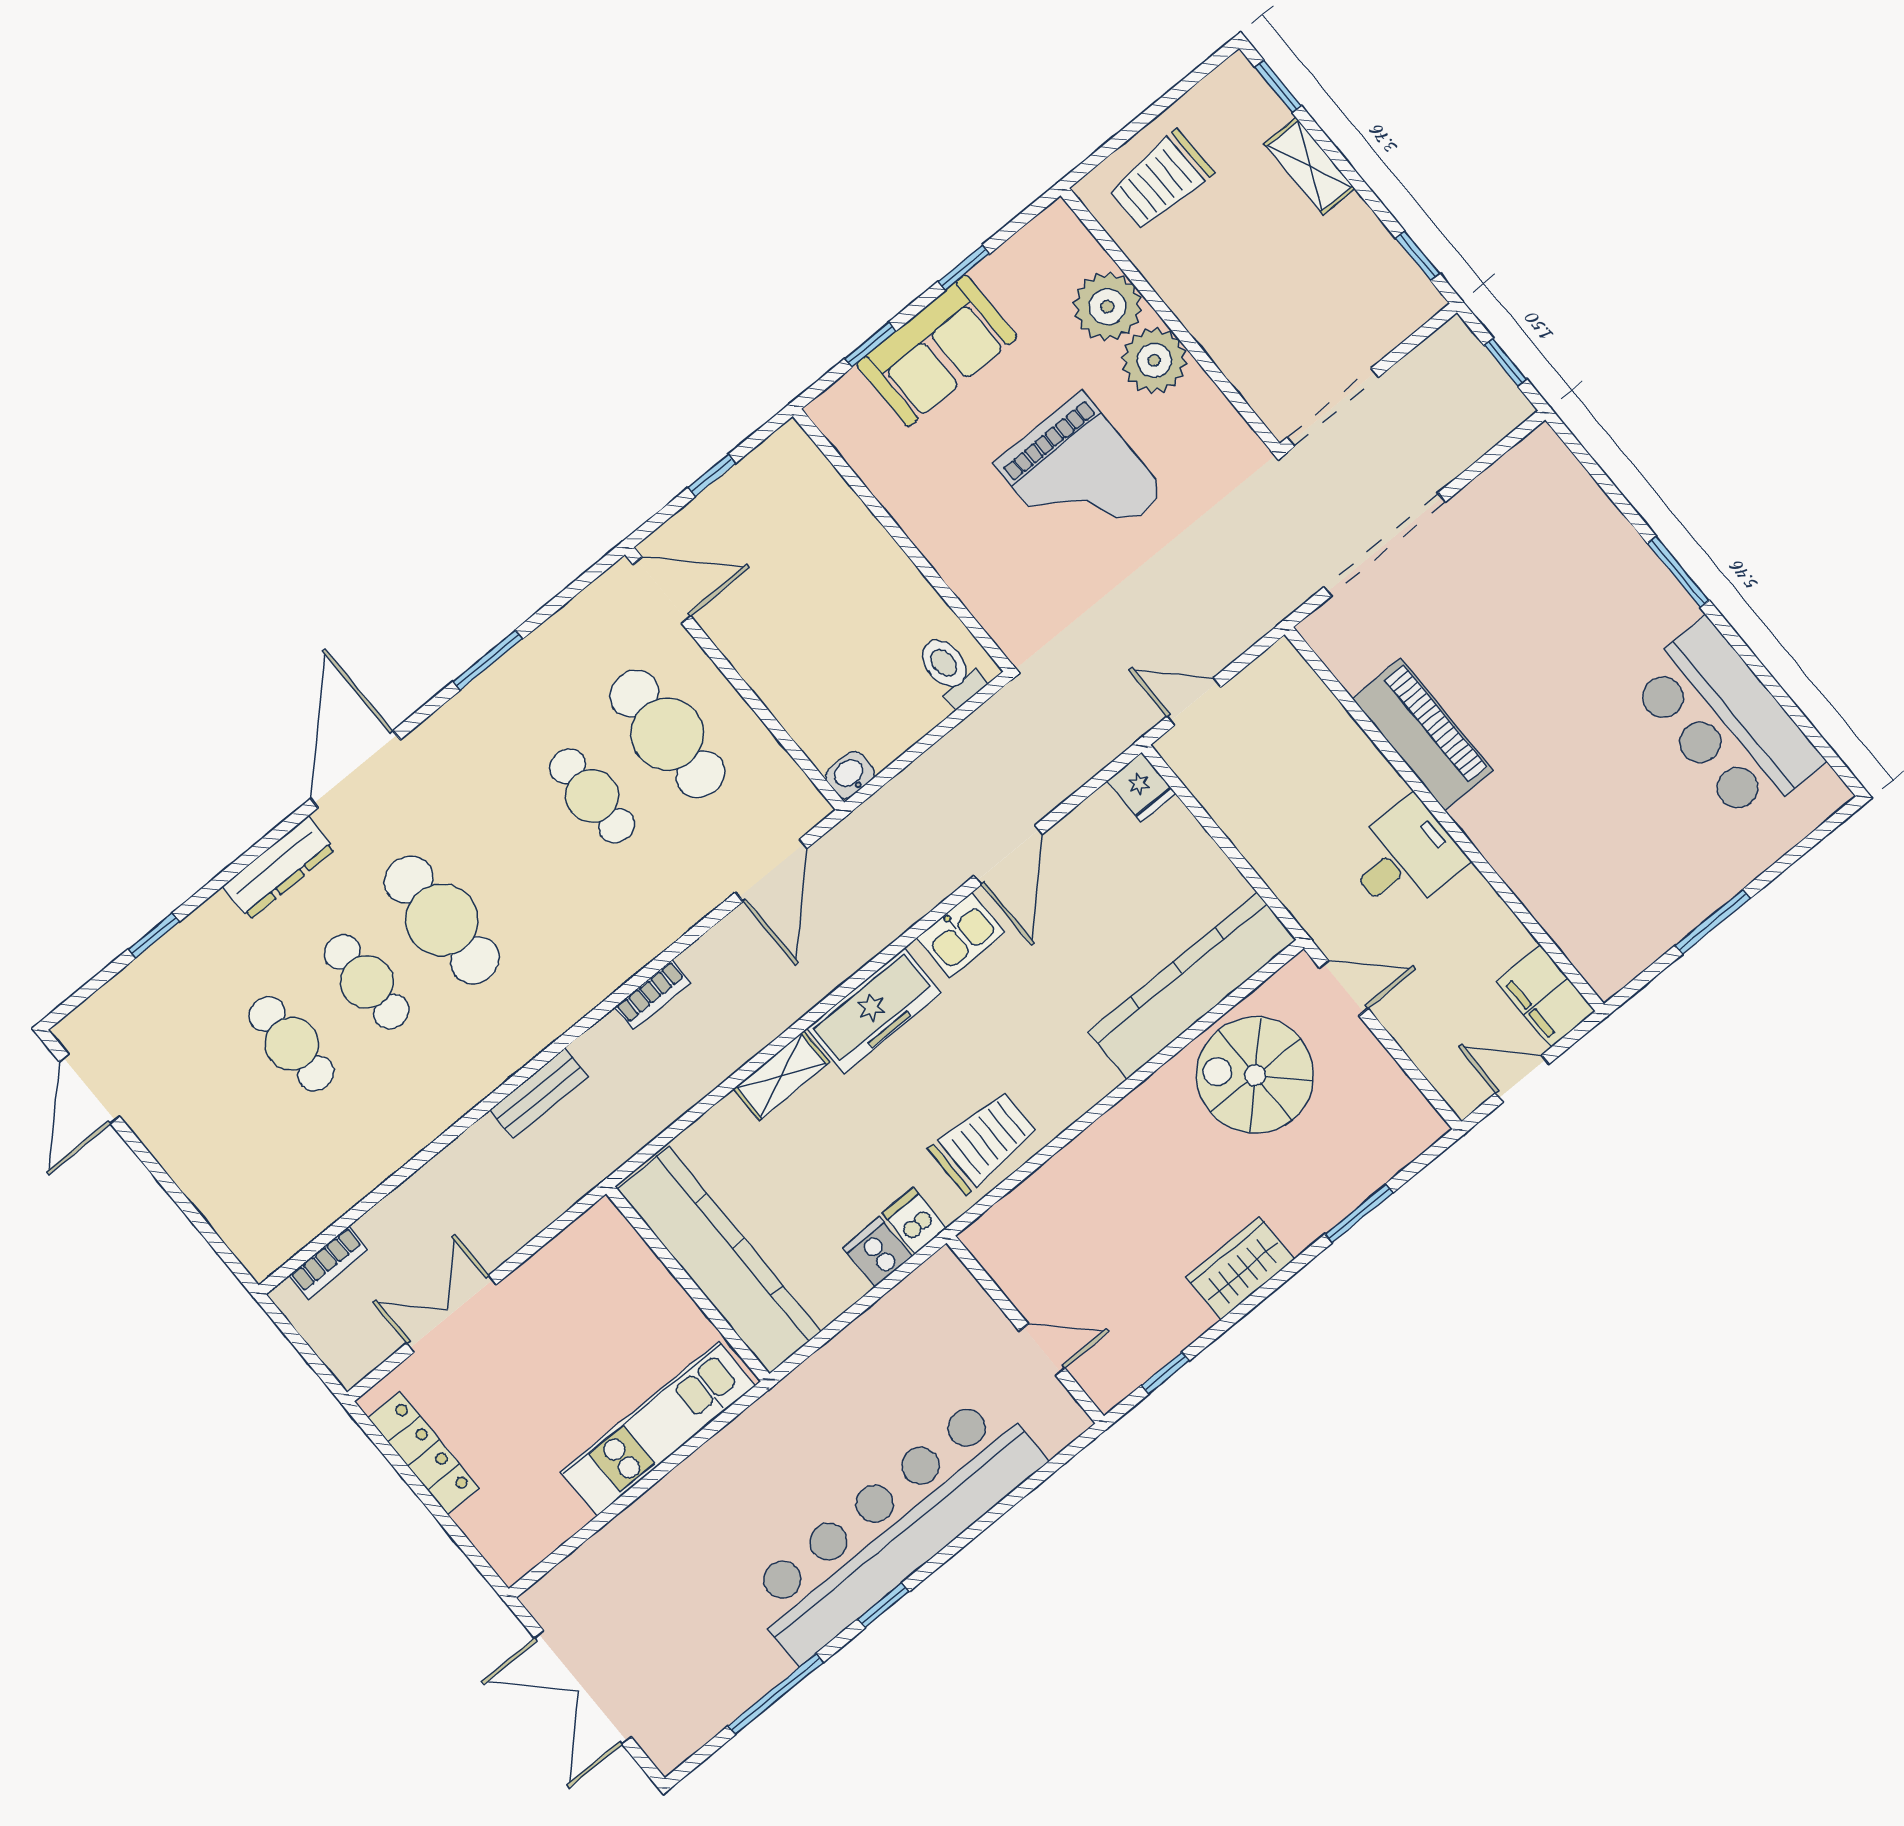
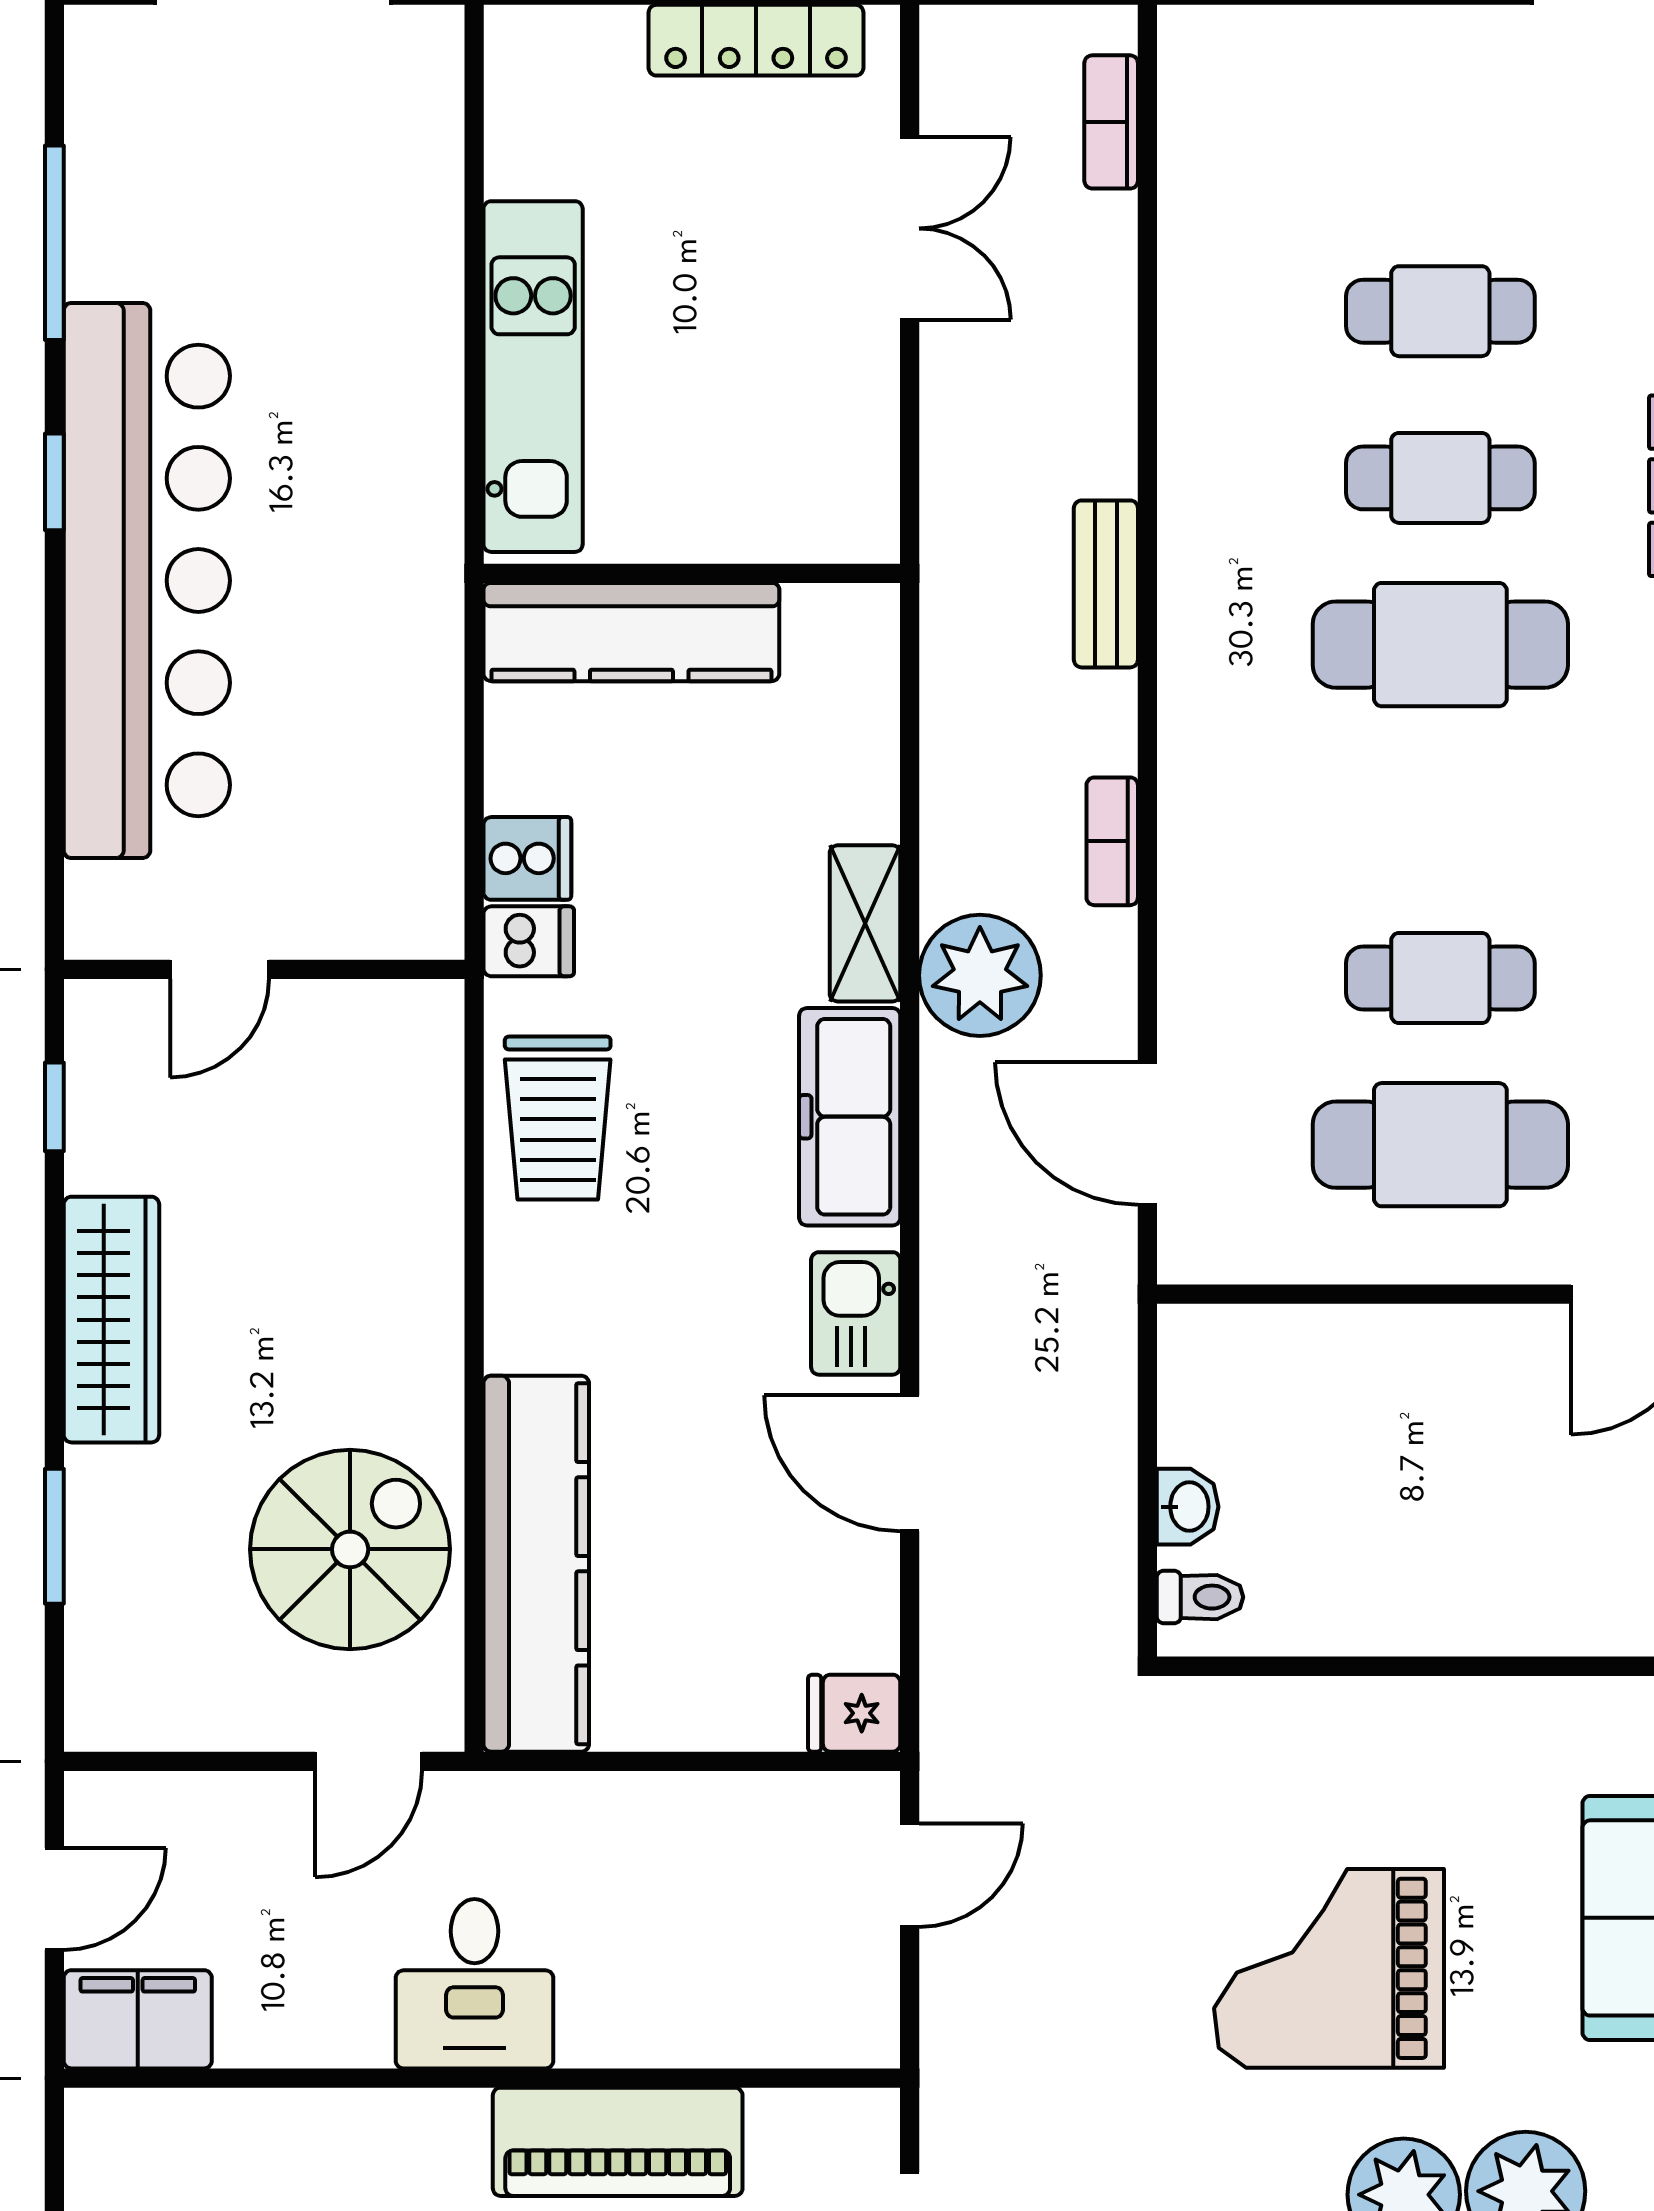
toilet: (950, 670) -> (1200, 1597), width x0.73, depth x0.72
washbasin: (850, 775) -> (1188, 1507), moved
plant: (762, 1005) -> (980, 975), added
kitchen counter: (719, 1260) -> (631, 632), width x0.72, depth x0.86
wardrobe: (1240, 1268) -> (111, 1320), width x1.50

